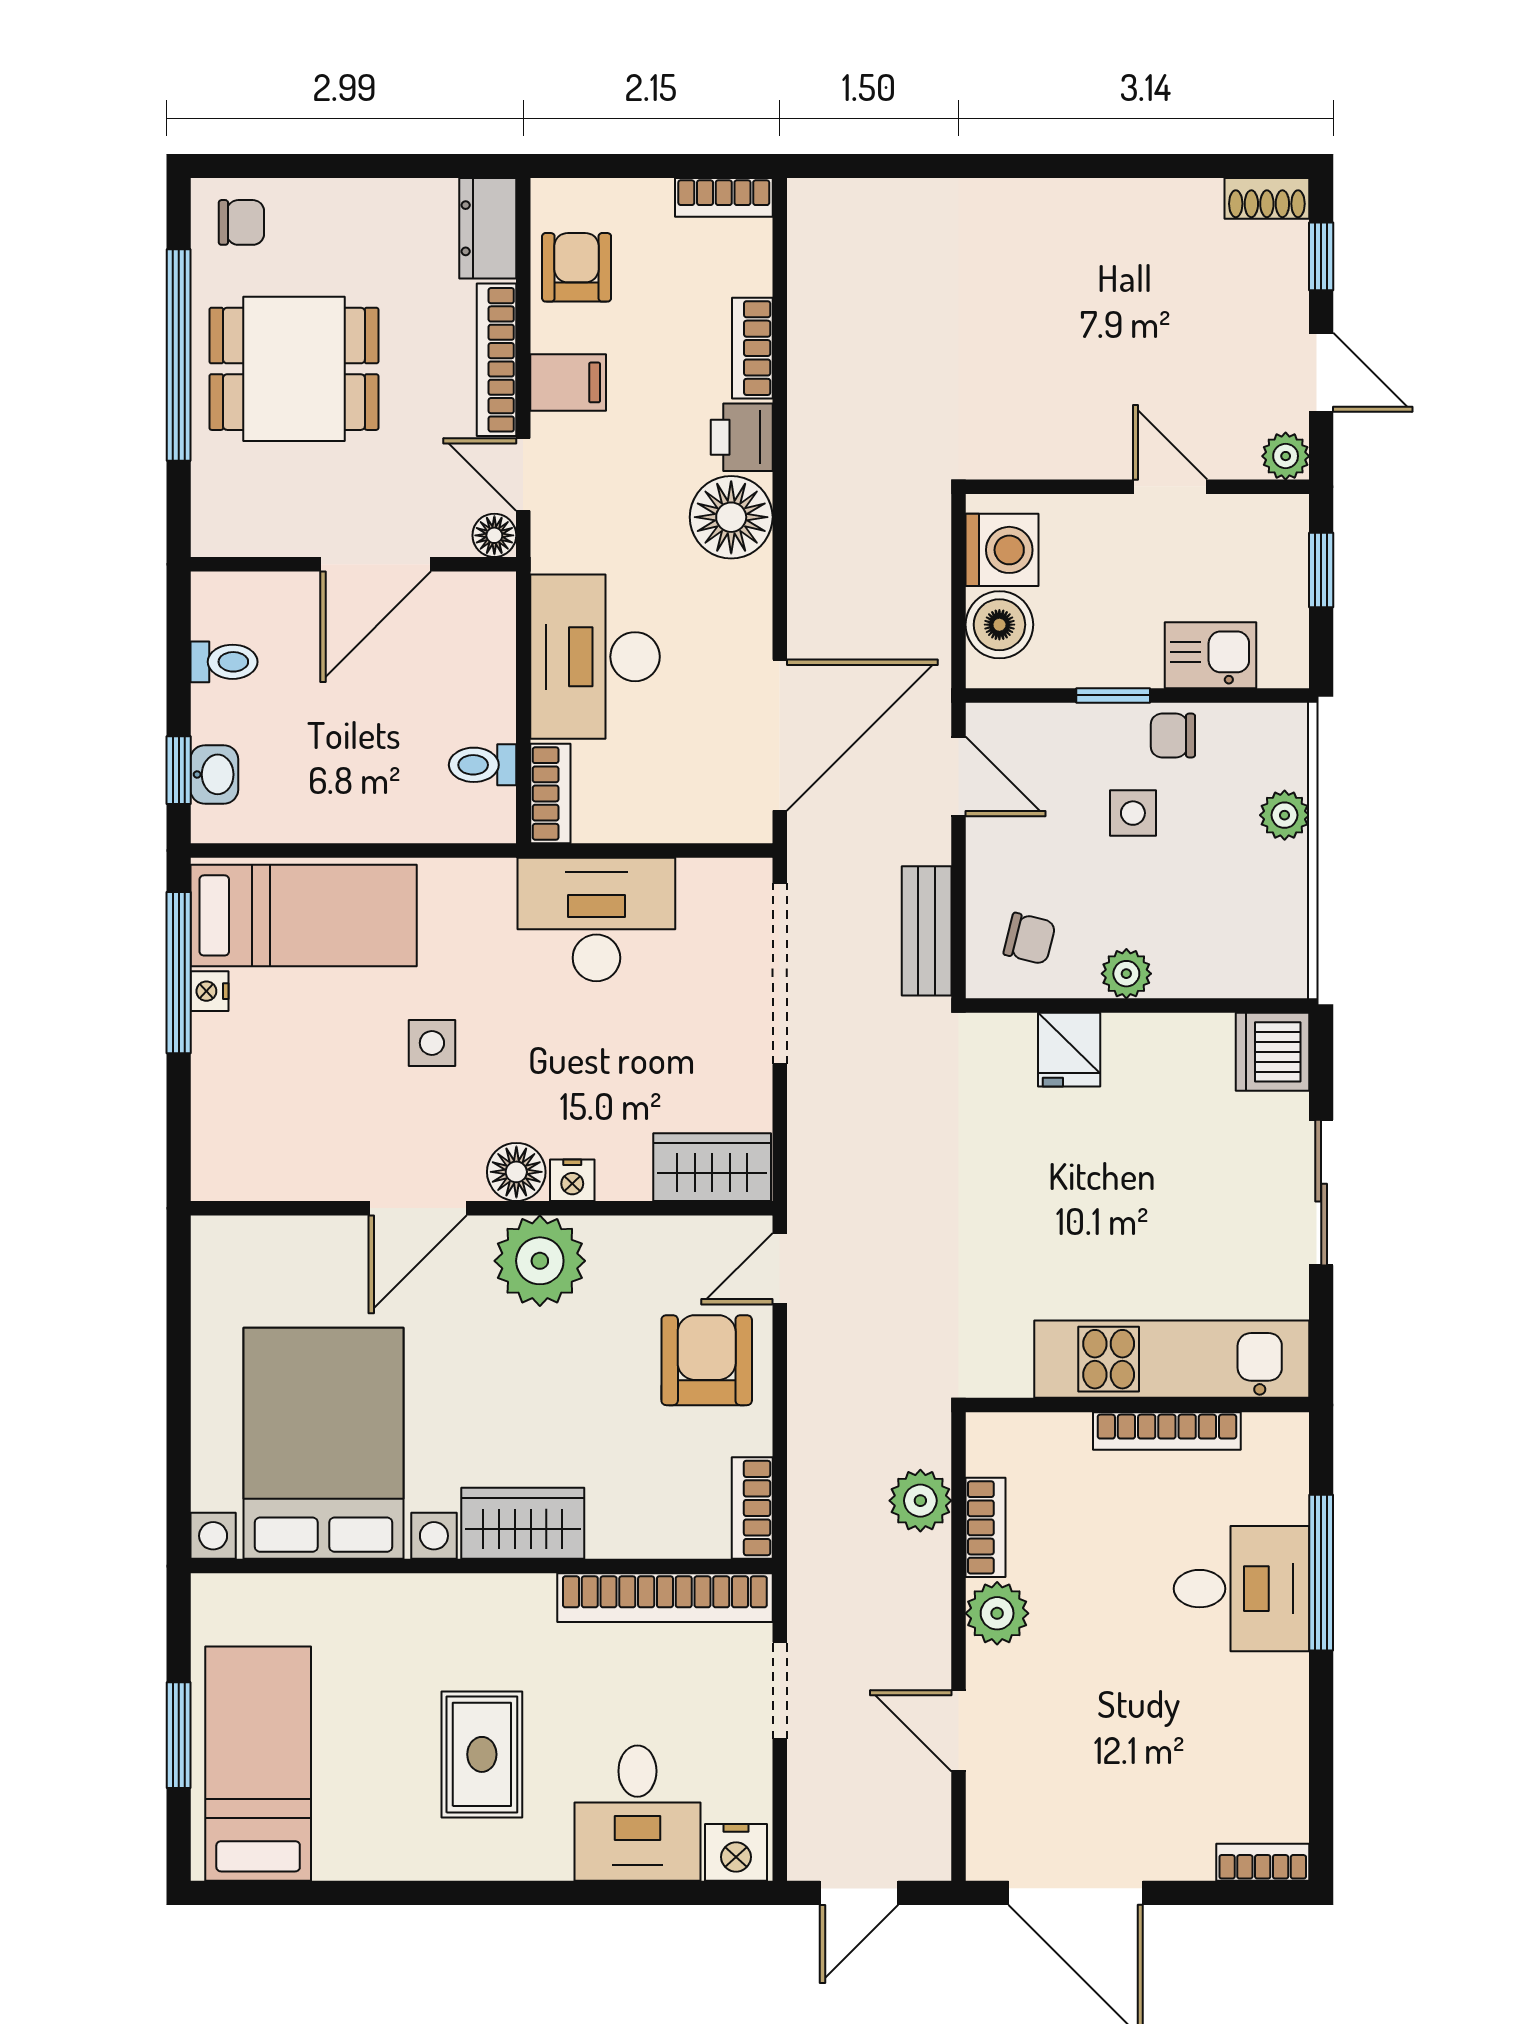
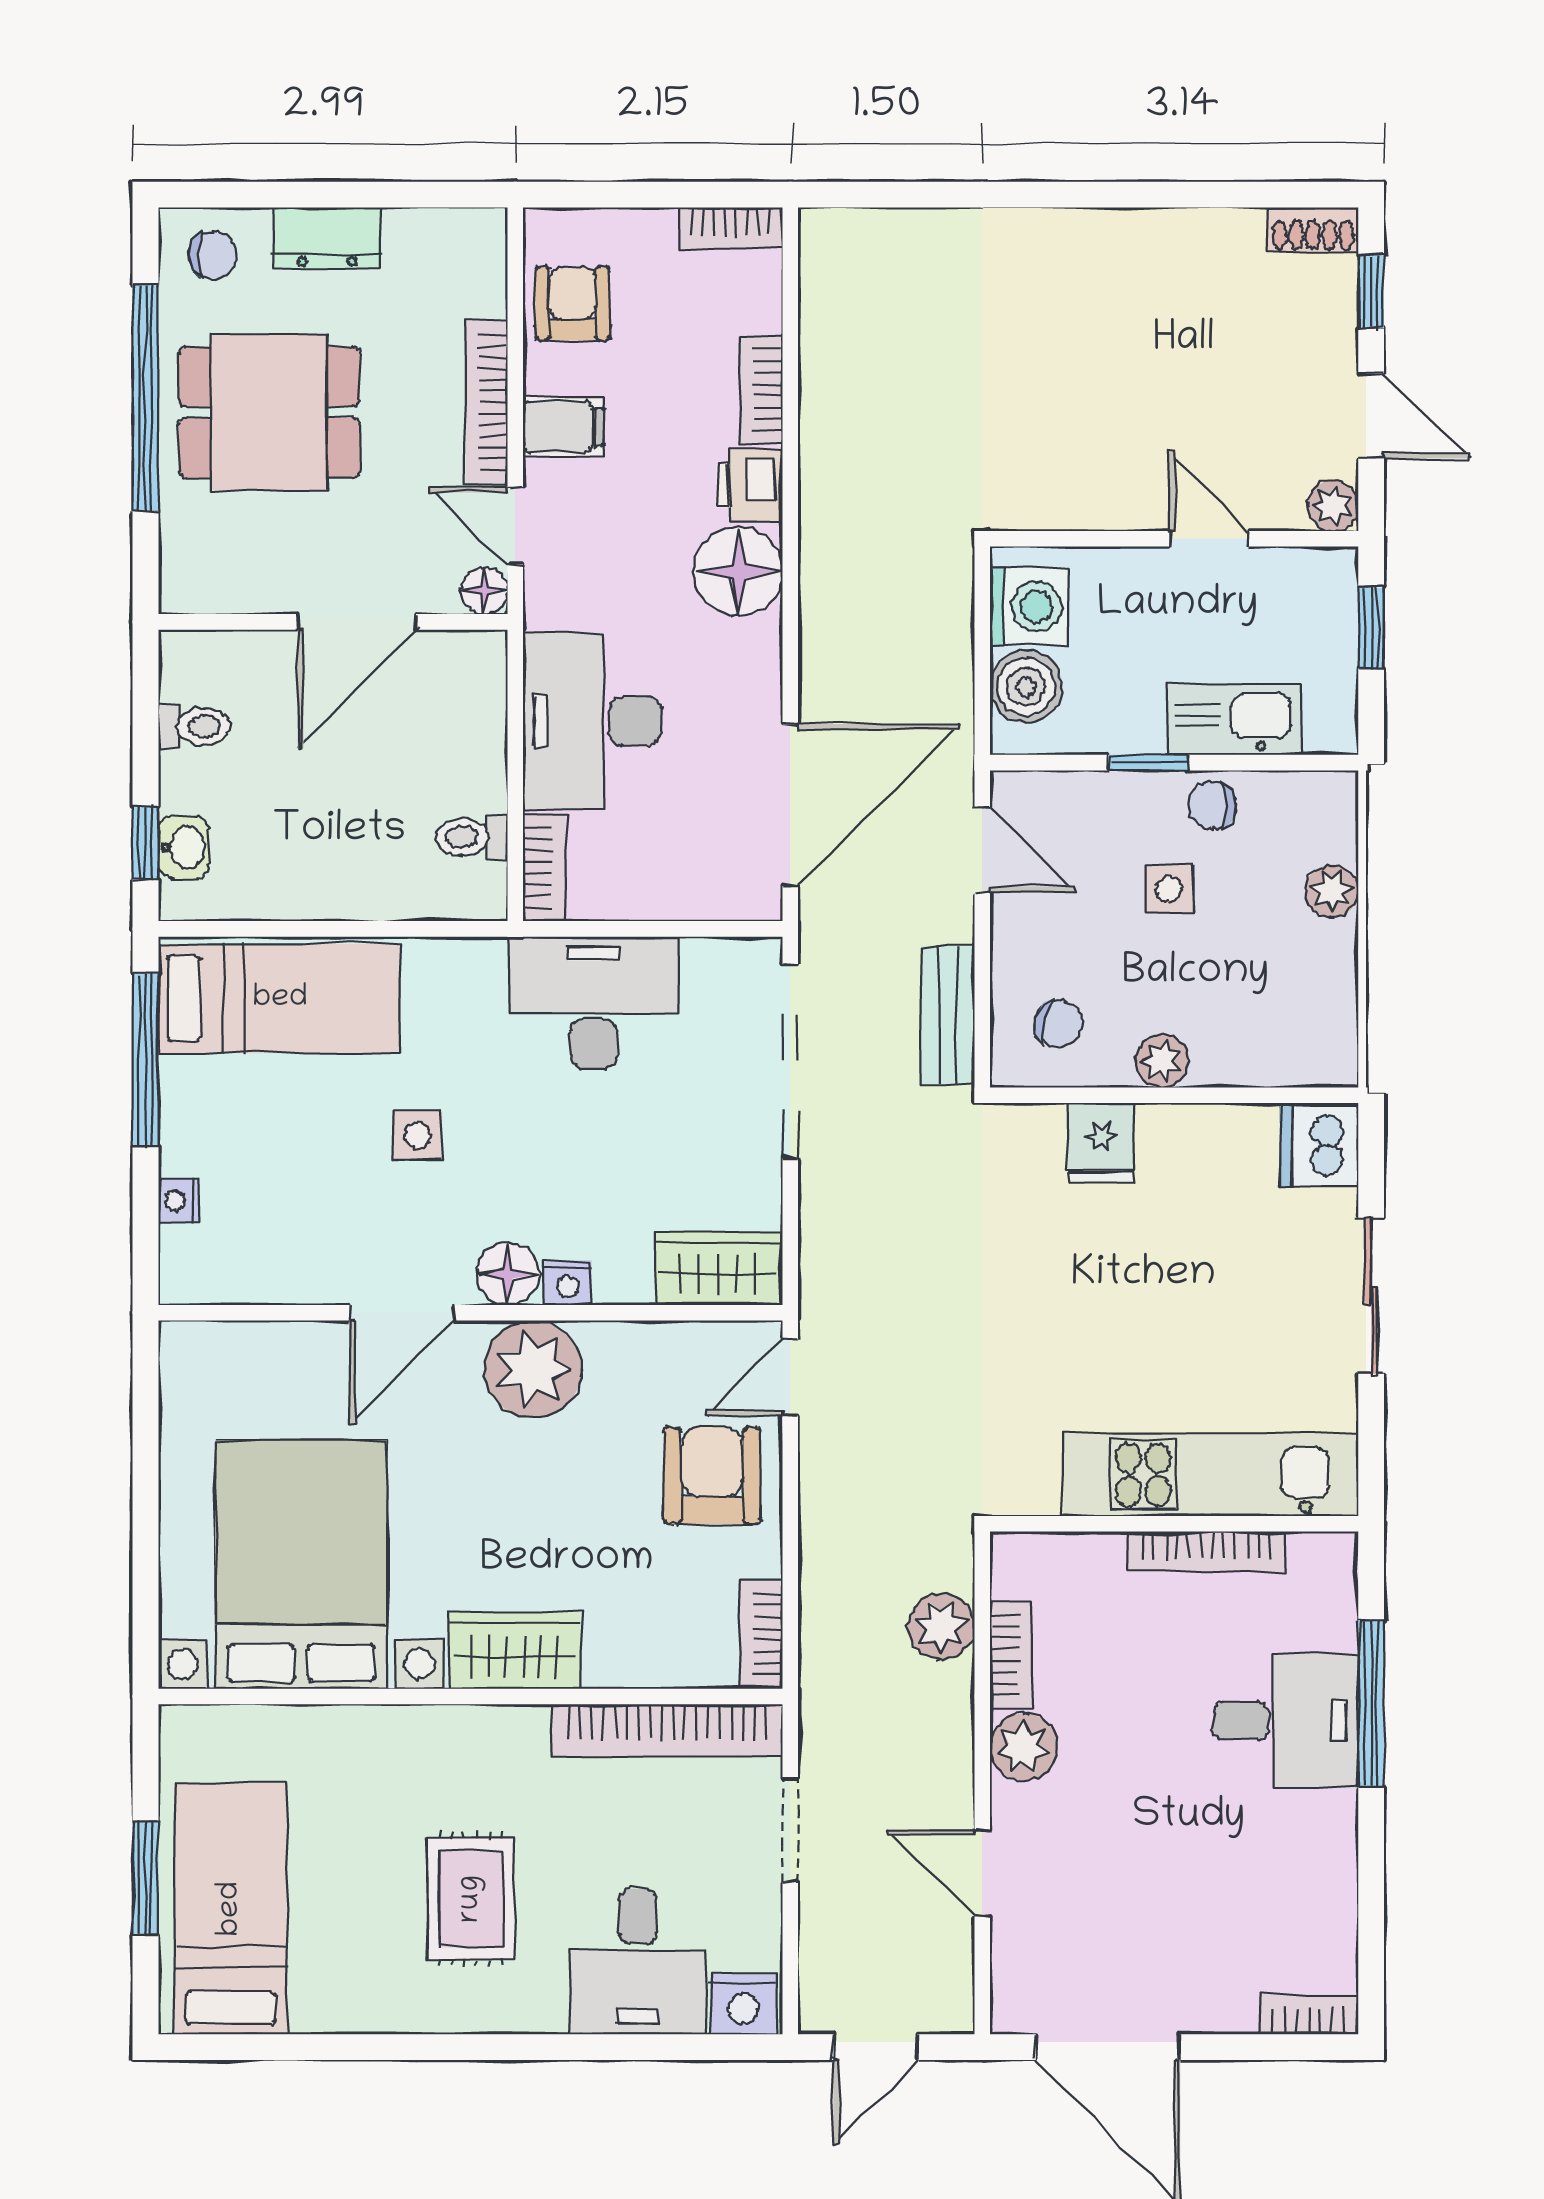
dresser: (488, 228) -> (327, 238), moved, turned -90
kitchen sink: (1211, 655) -> (1234, 719), width x1.38
nightstand: (209, 991) -> (179, 1201), moved

